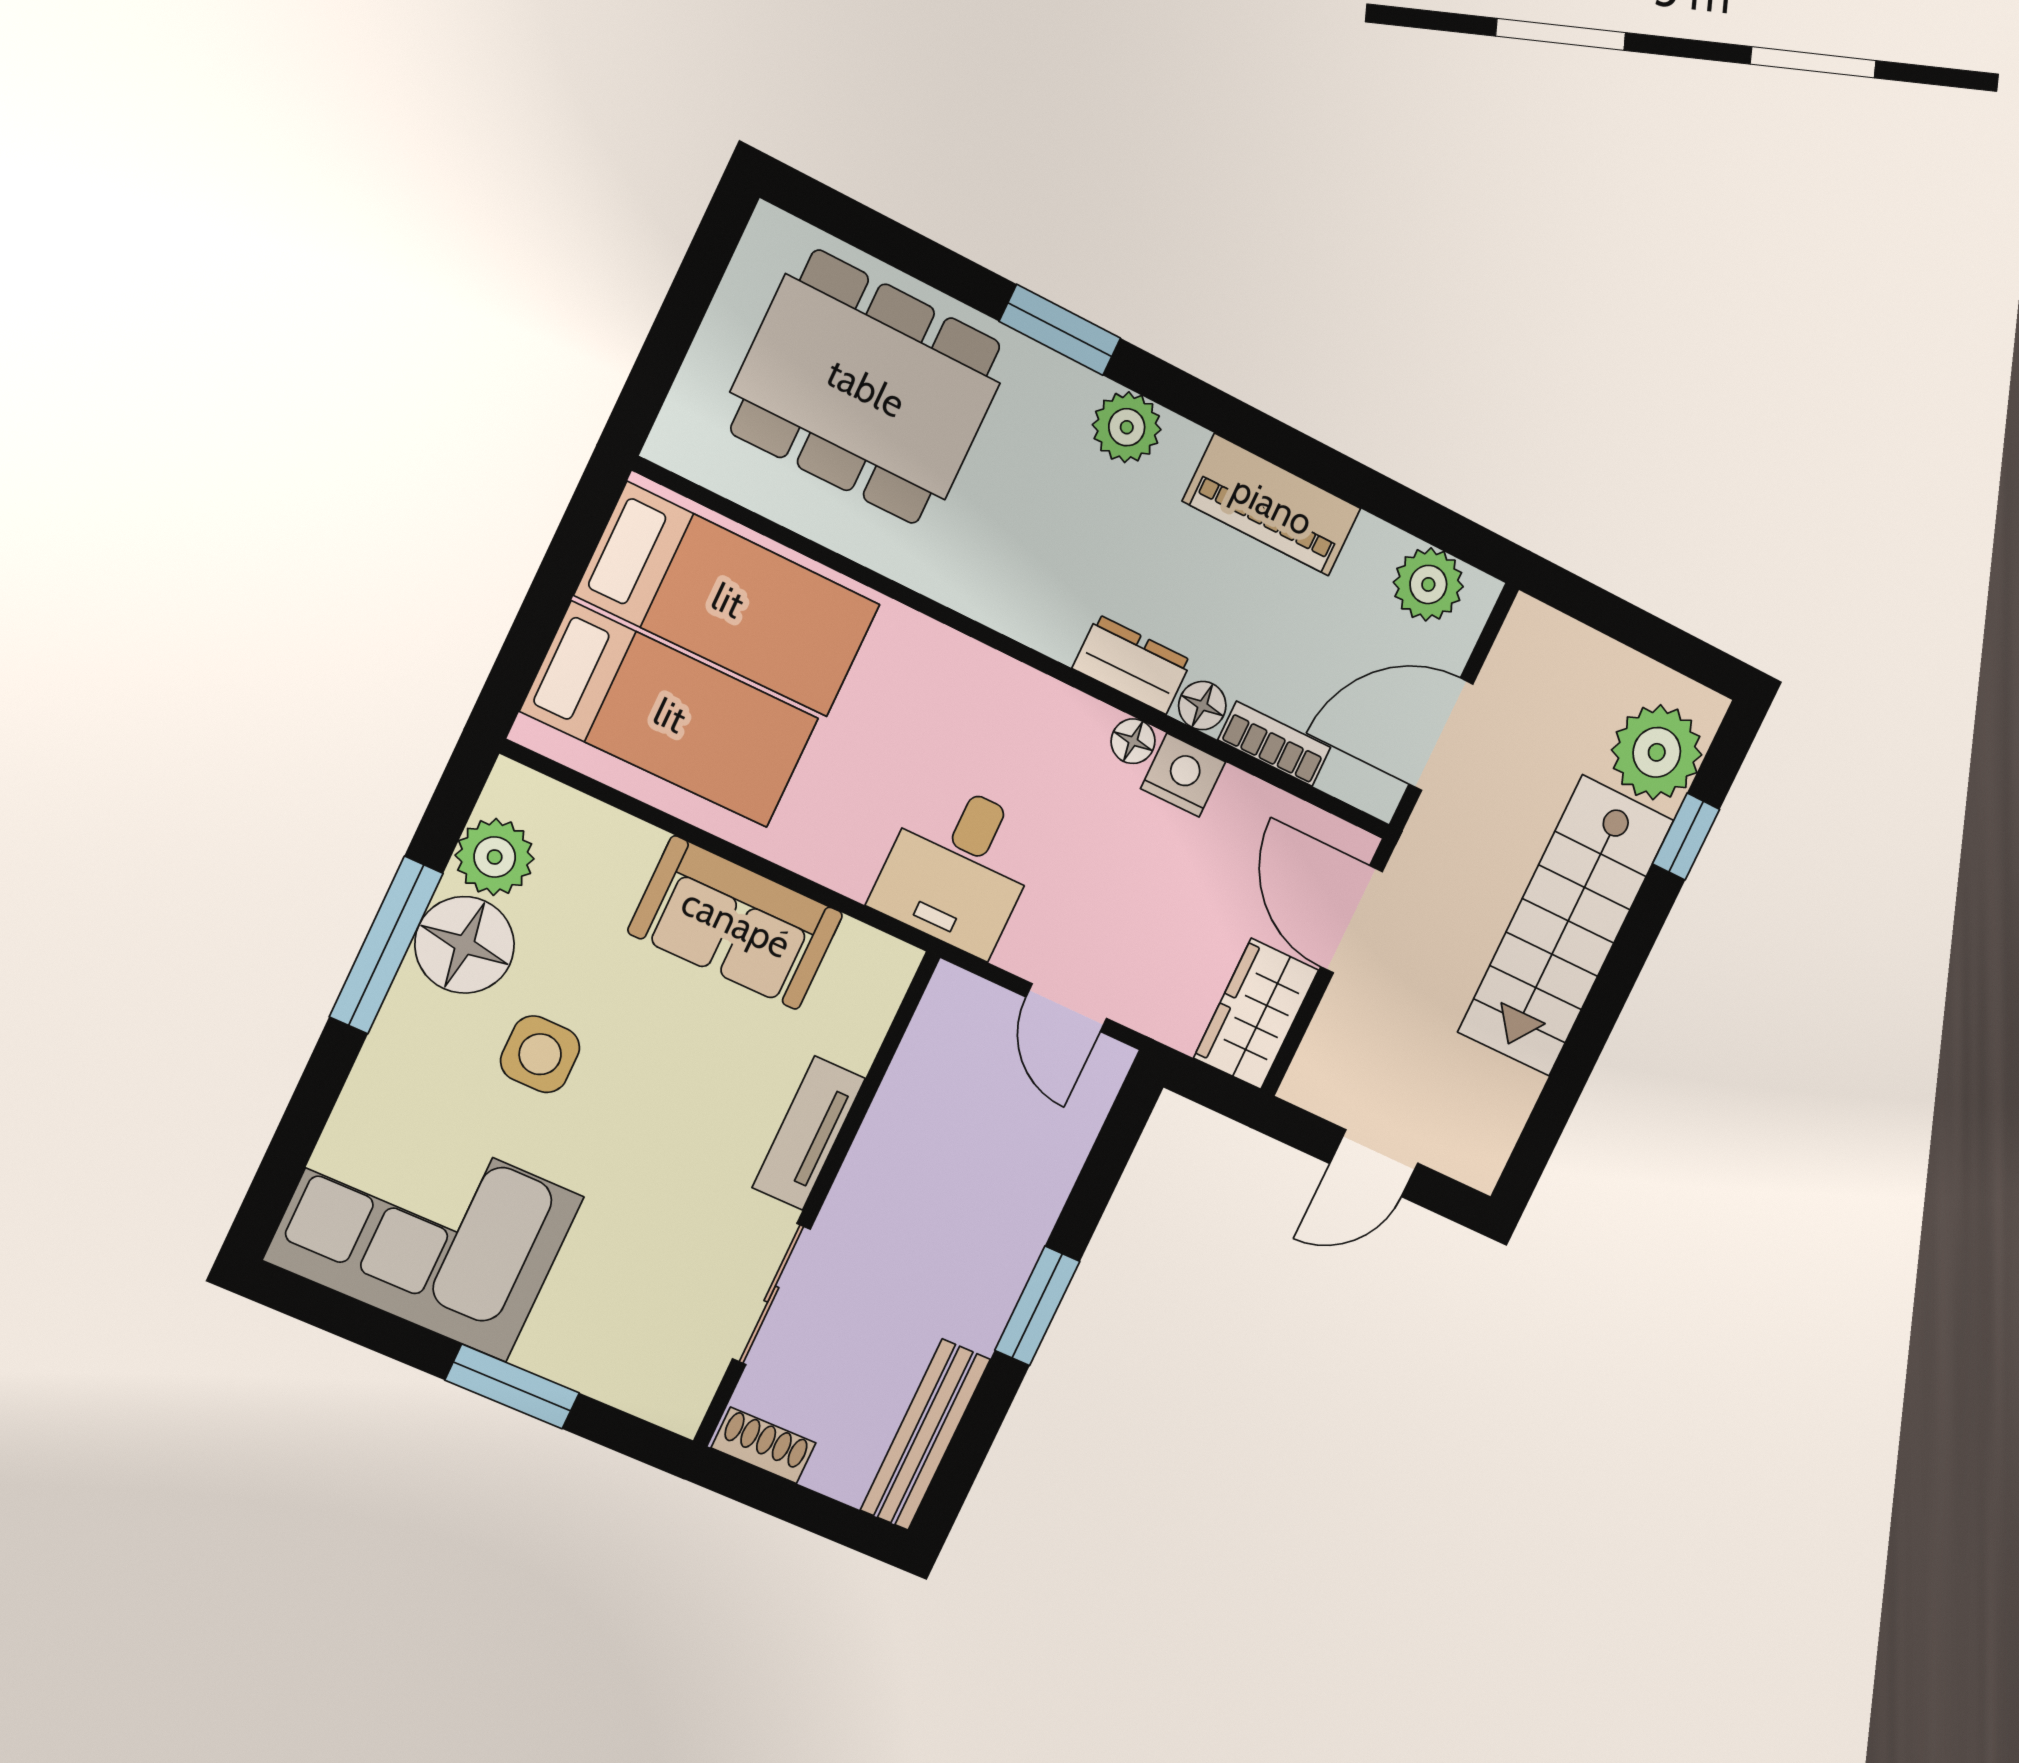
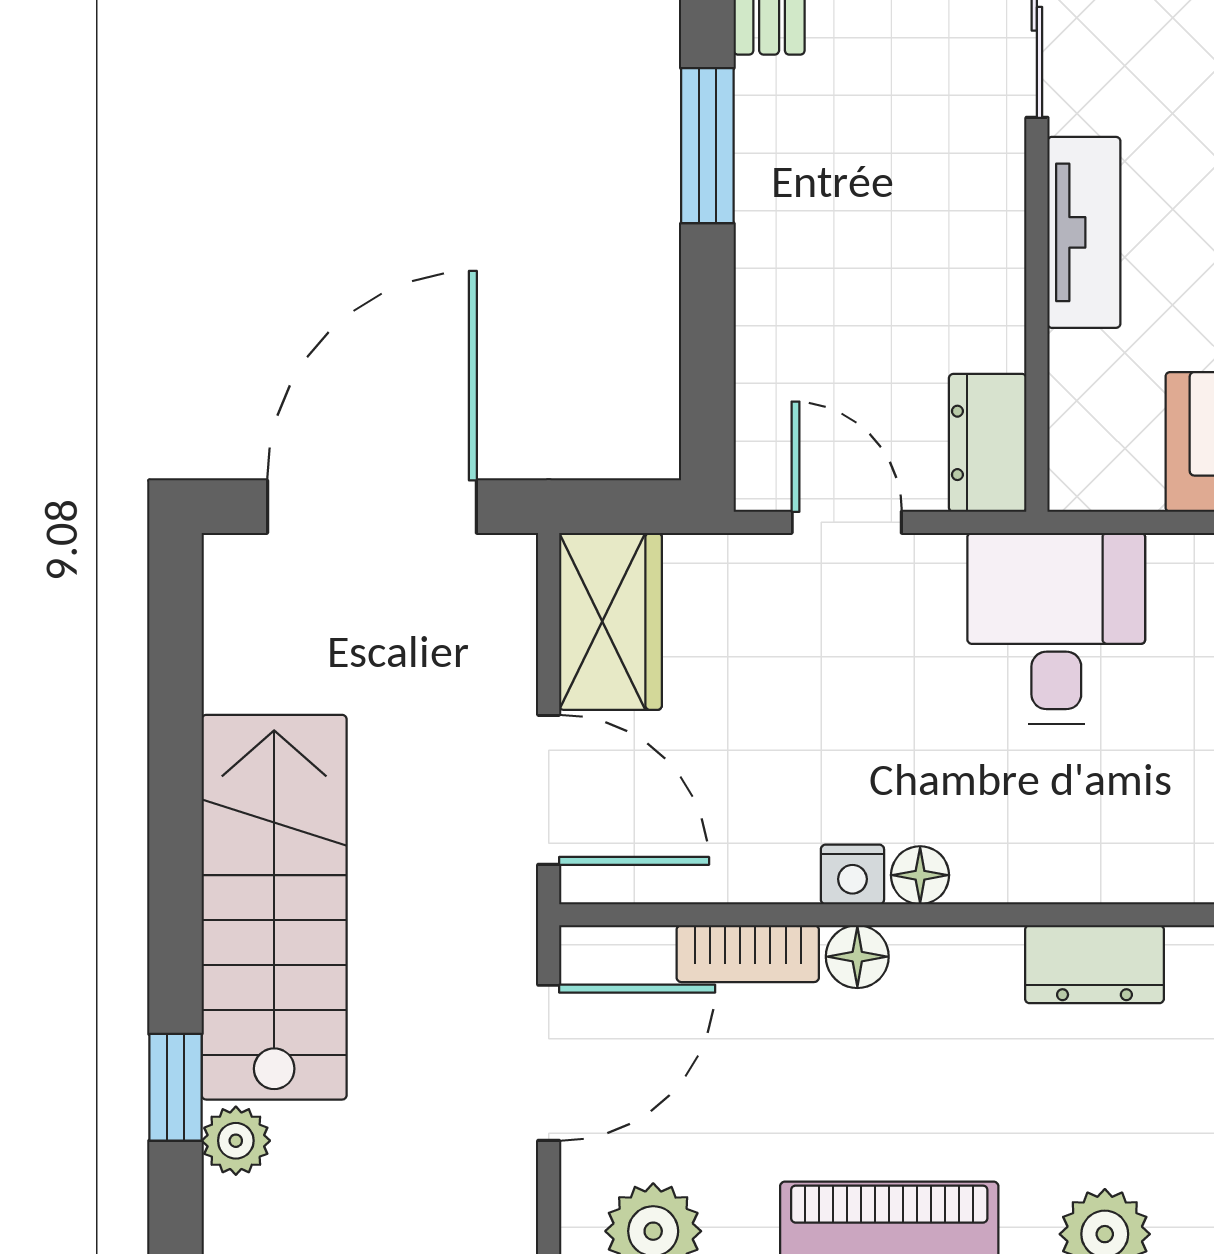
dresser: (1132, 664) -> (1094, 964), moved
plant: (1657, 752) -> (236, 1141), width x0.53, depth x0.53
nightstand: (1183, 775) -> (852, 874), width x0.72, depth x0.74
dresser: (944, 1018) -> (988, 443), added
door: (1374, 1163) -> (372, 507), width x1.88

